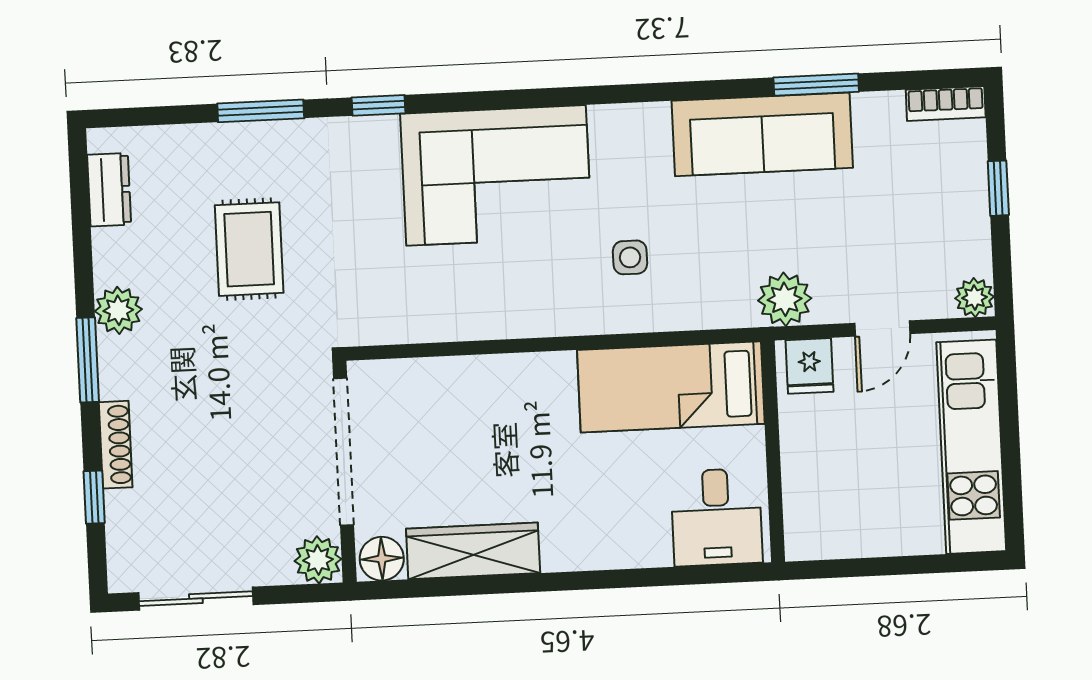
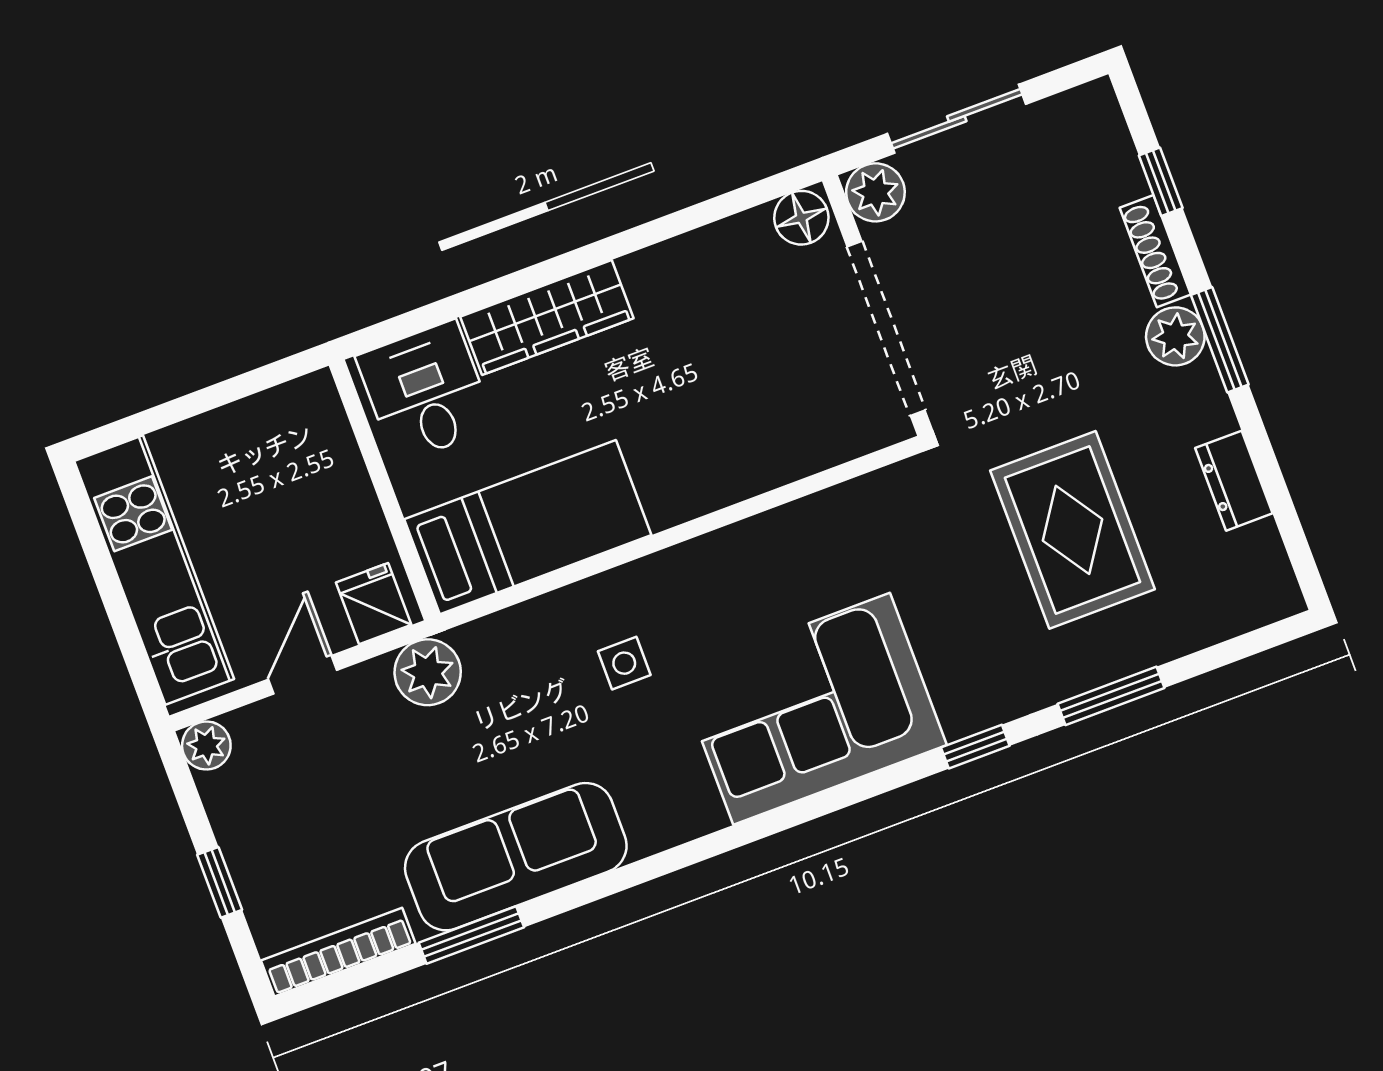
bookcase: (946, 104) -> (338, 952), width x1.56
dresser: (109, 190) -> (1234, 481), moved
rug: (249, 249) -> (1073, 530), width x1.36, depth x1.43
plant: (118, 310) -> (1175, 336), moved
wardrobe: (473, 551) -> (547, 317), moved
sliding door: (196, 599) -> (957, 119), moved

